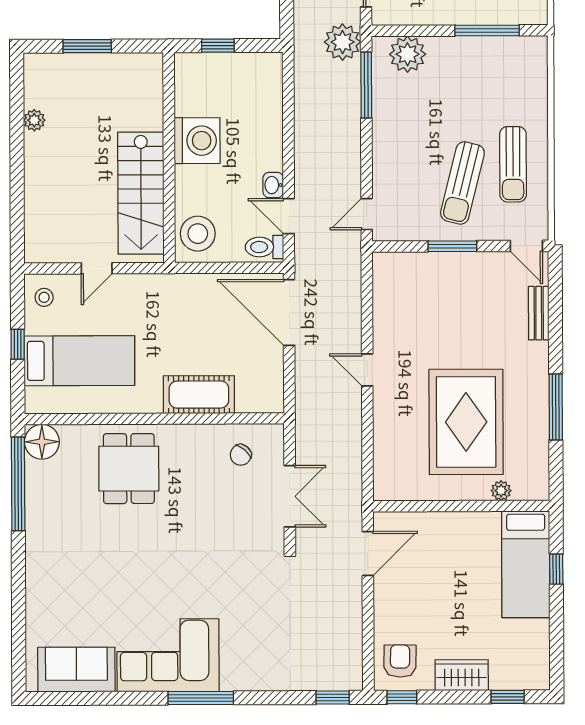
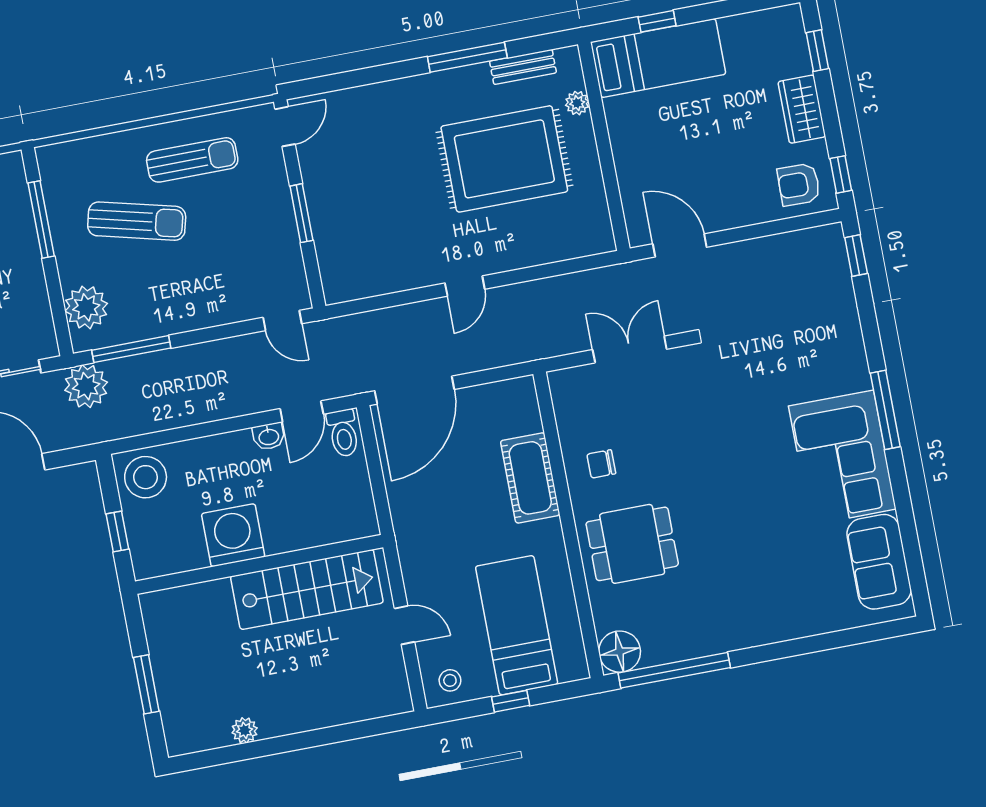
sun lounger: (462, 183) -> (137, 221), moved
stool: (198, 234) -> (146, 477), moved
bench: (539, 313) -> (523, 67), moved
chair: (241, 455) -> (601, 464), moved, turned 139

